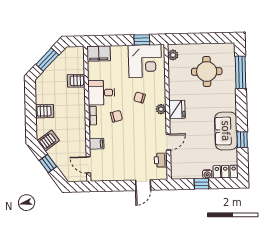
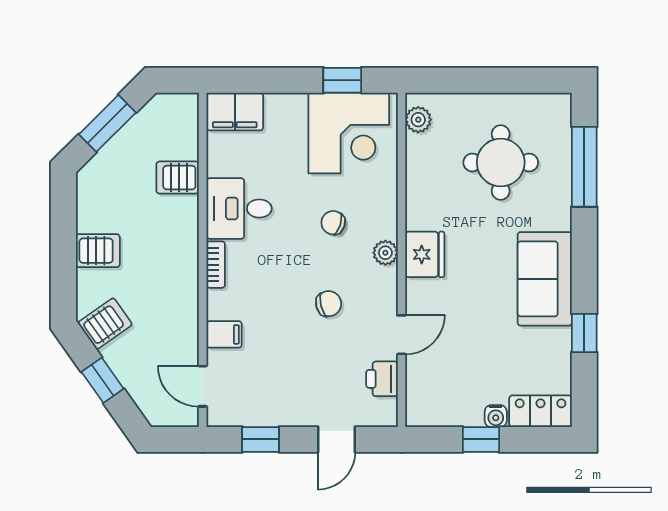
chair: (116, 116) -> (329, 304), moved
sofa: (226, 131) -> (545, 279), moved
window: (112, 186) -> (261, 439), added

